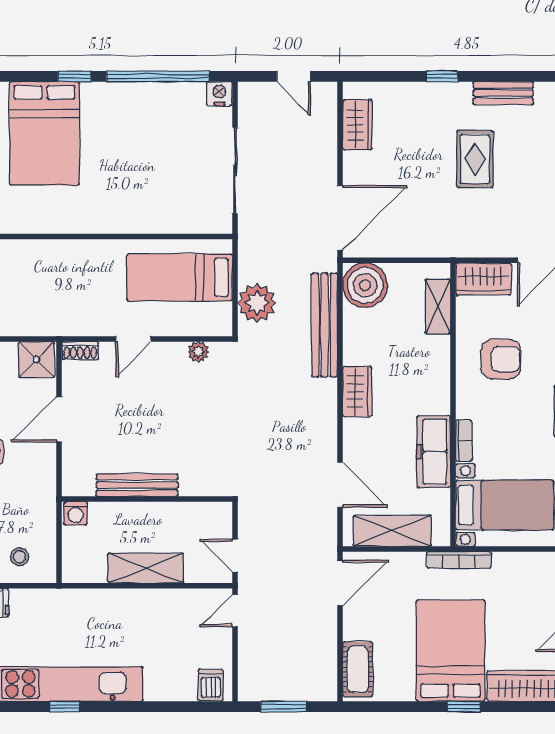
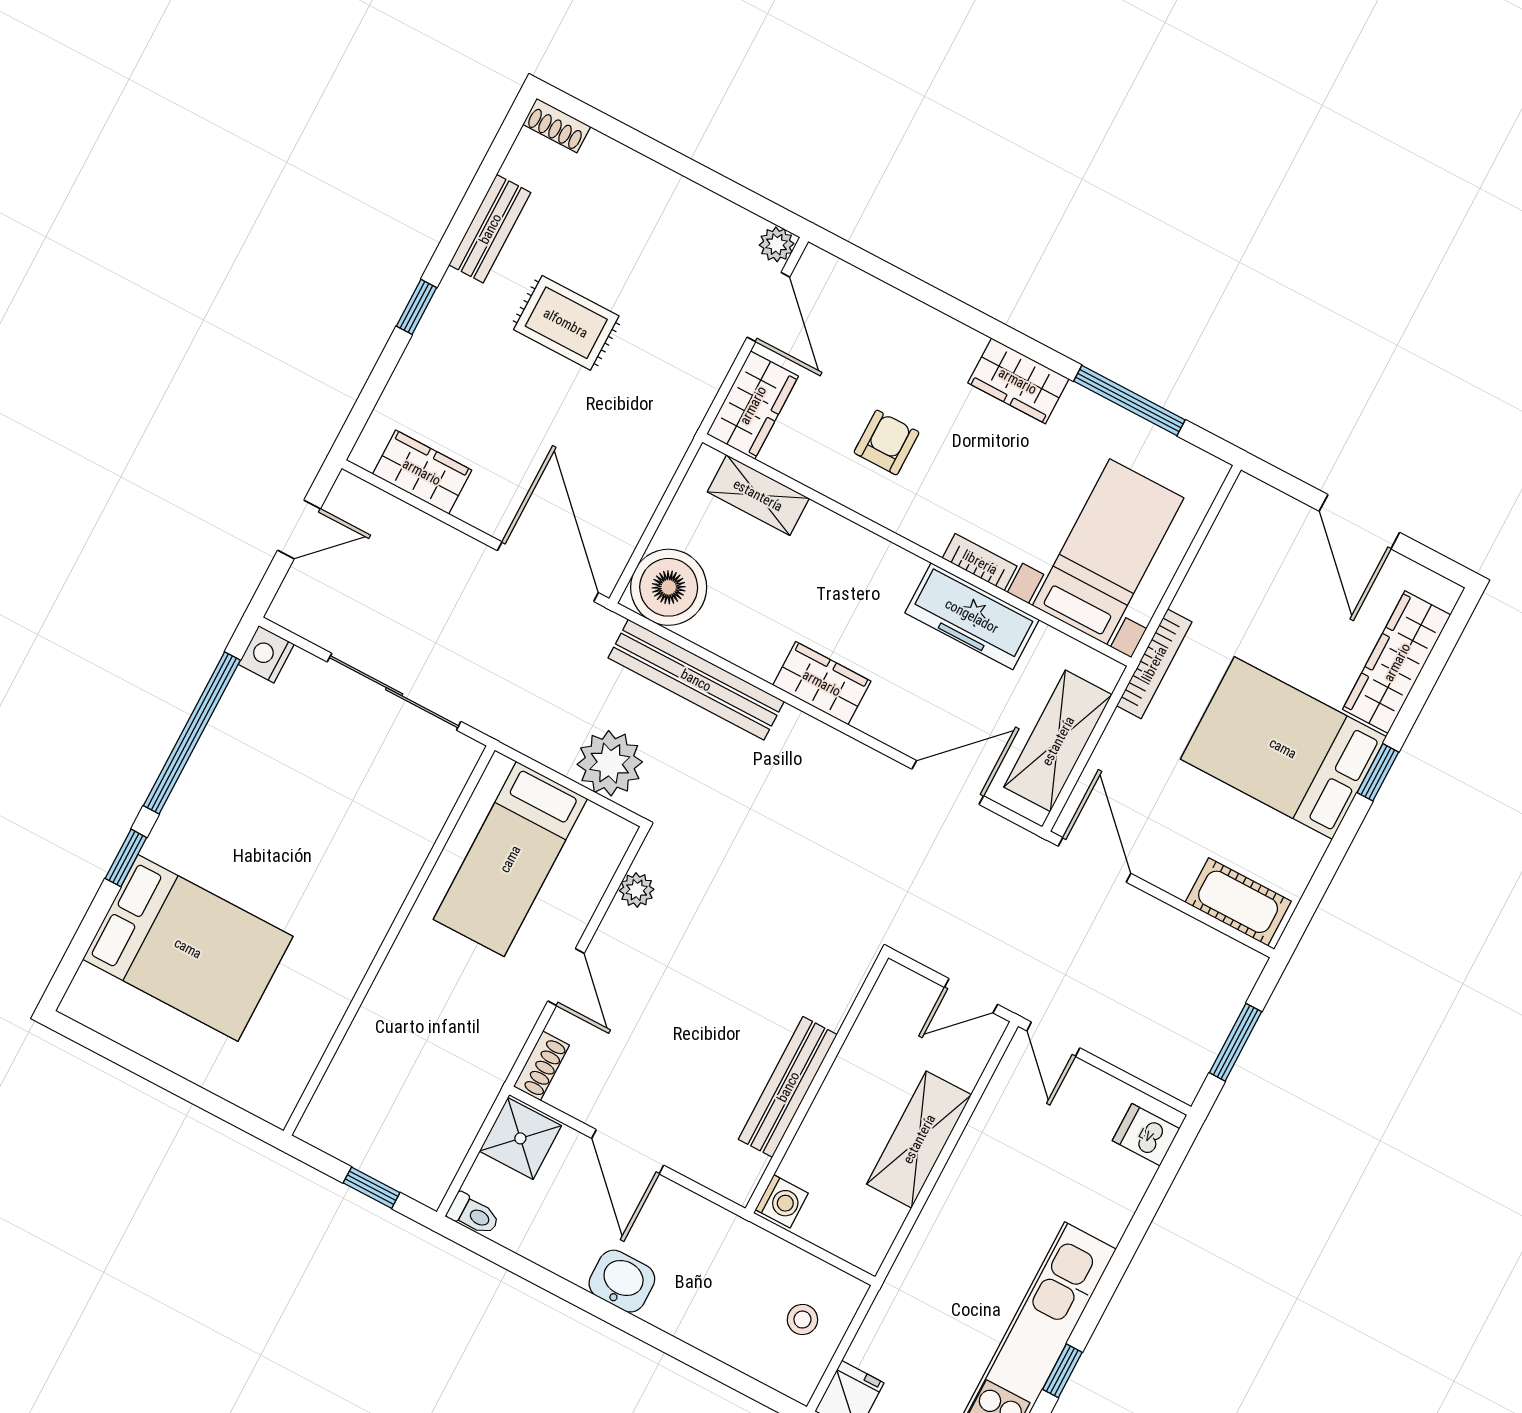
armchair: (501, 359) -> (887, 442), width x0.72, depth x0.72

